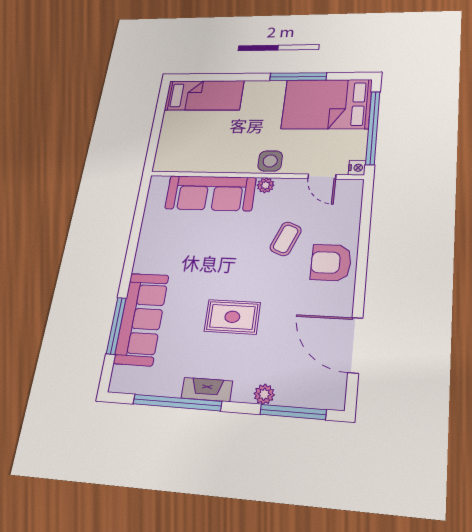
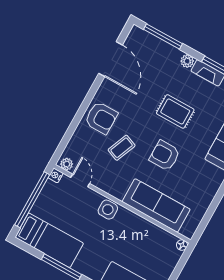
bed: (327, 104) -> (49, 240), width x0.67
floor lamp: (160, 165) -> (182, 245), added
plant: (266, 185) -> (67, 164), moved
armchair: (224, 256) -> (165, 155), added
plant: (264, 394) -> (187, 61), moved

